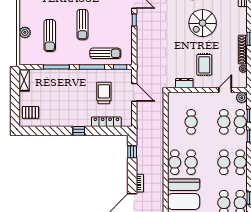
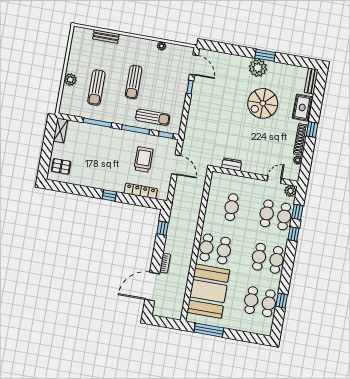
rug: (204, 65) -> (302, 107), moved

